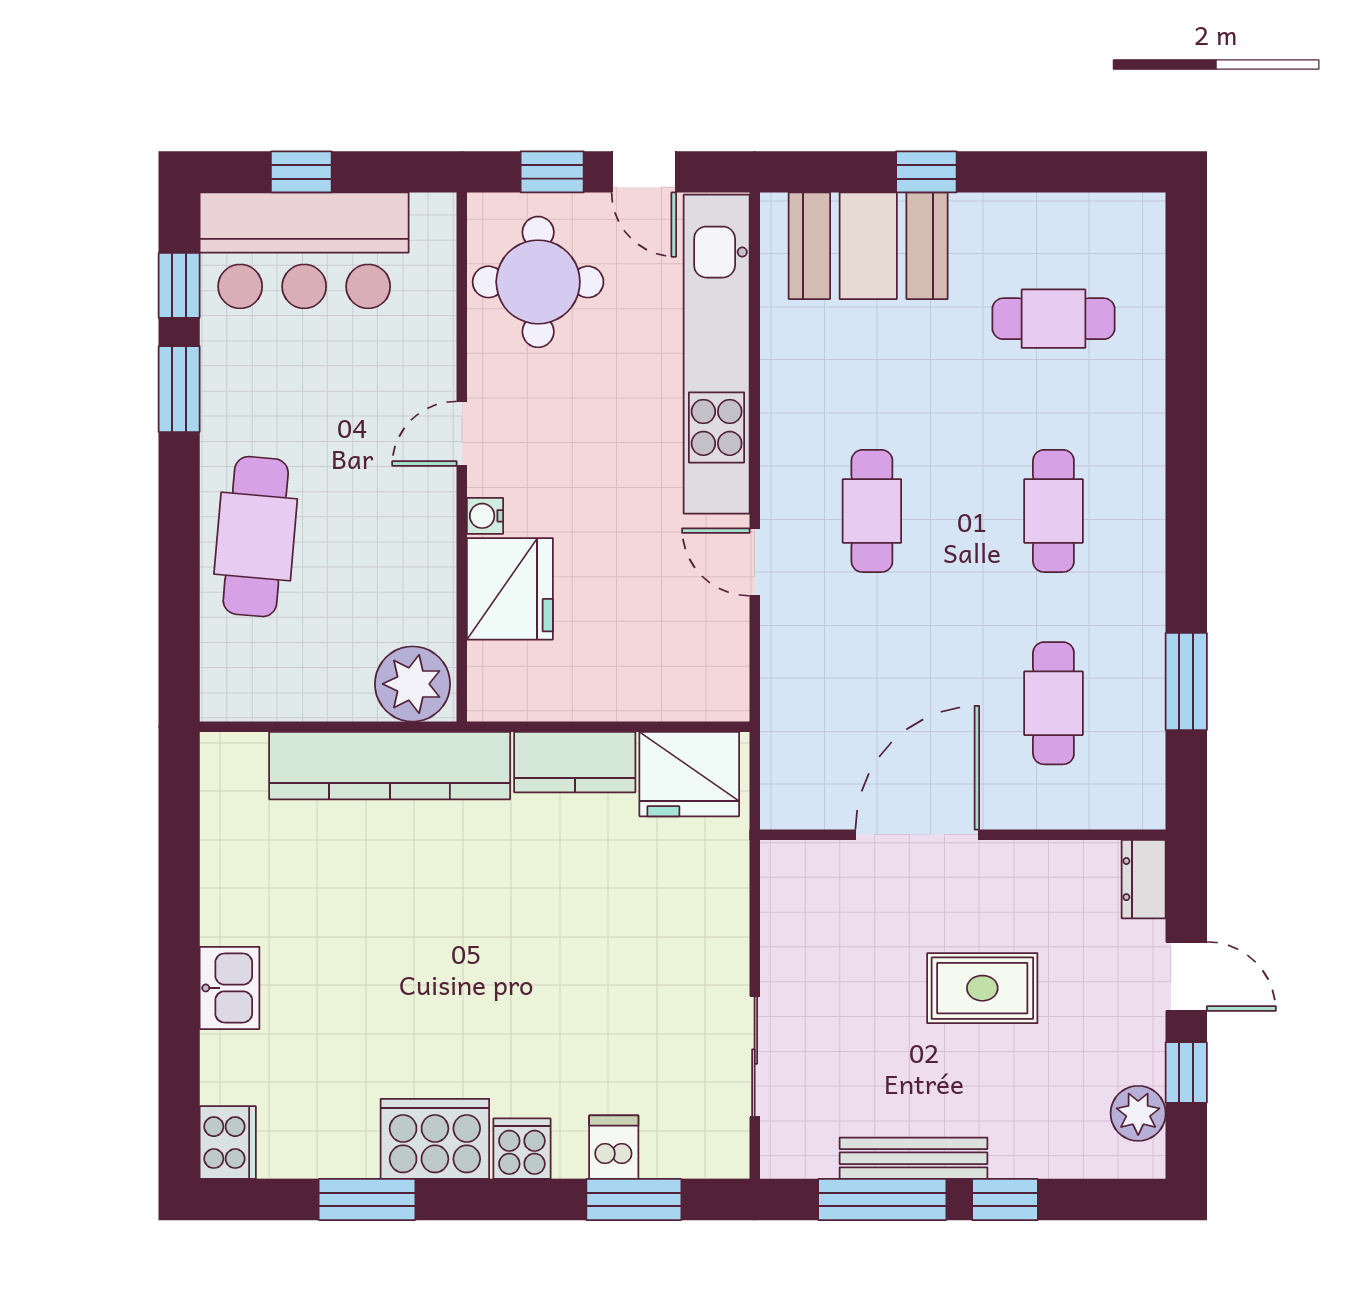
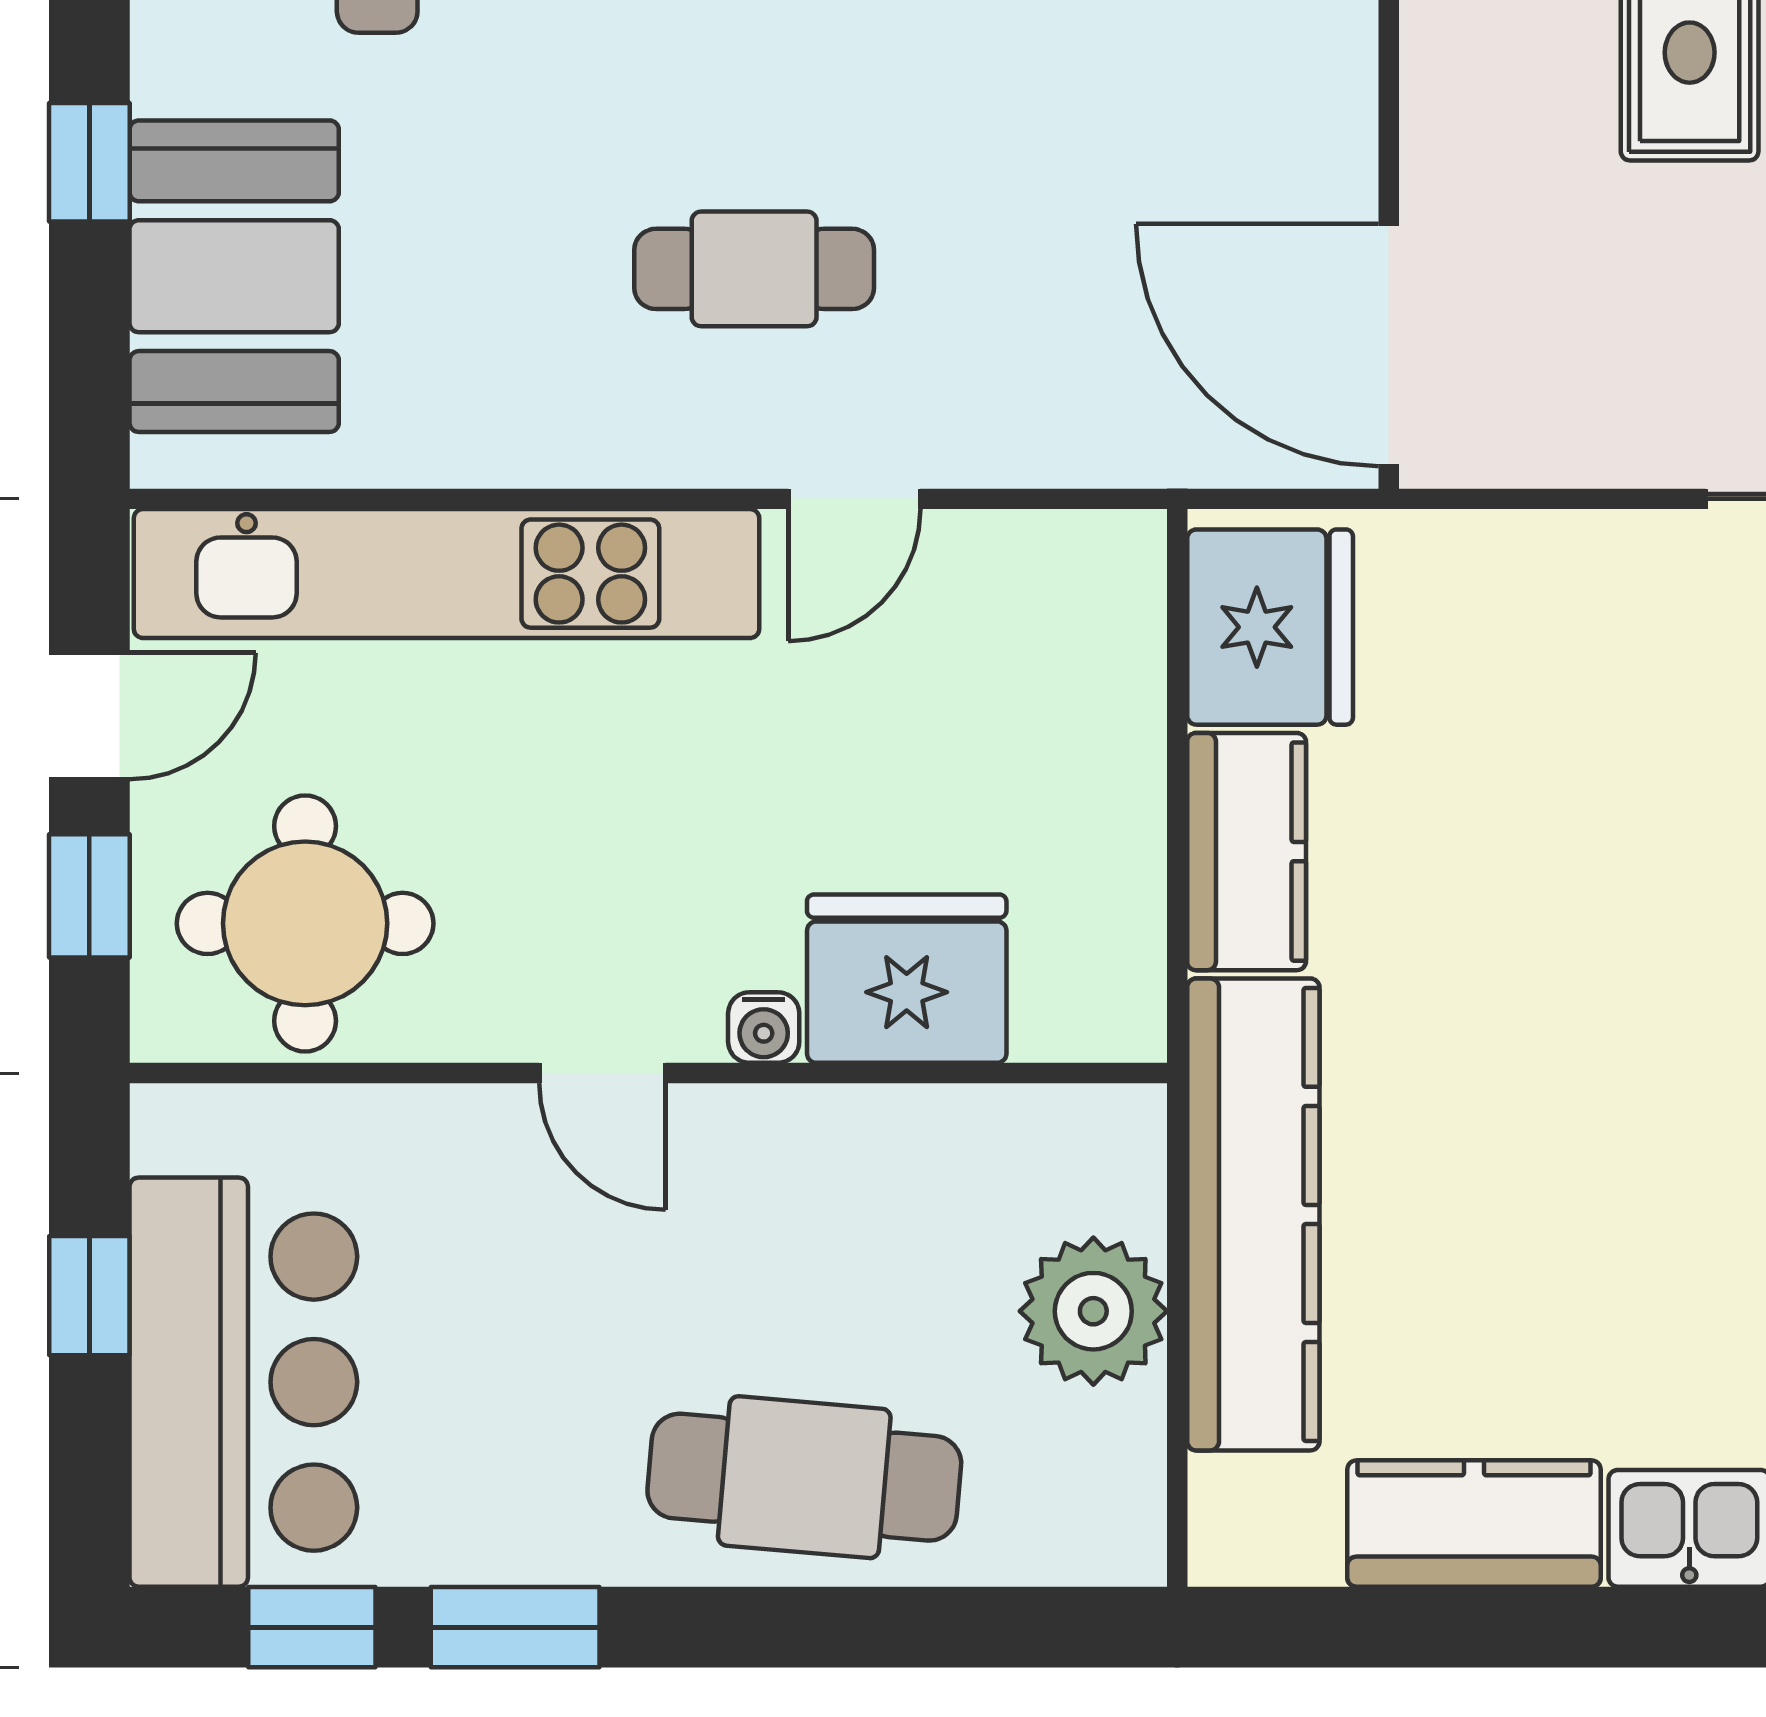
window: (301, 172) -> (89, 1296), moved
plant: (413, 684) -> (1093, 1311), moved
door: (917, 835) -> (1389, 345), moved
kitchen counter: (232, 878) -> (1474, 1523), added

